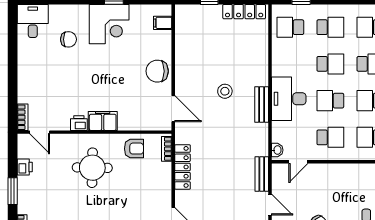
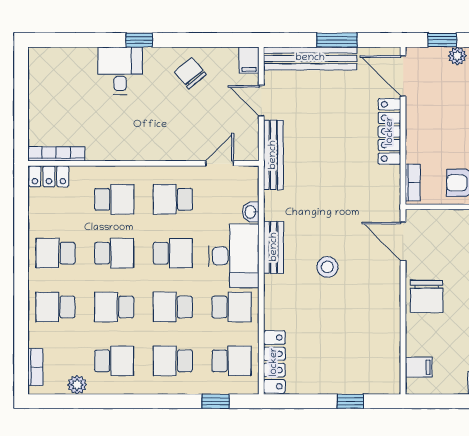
locker: (244, 12) -> (274, 362), moved, turned 90
school desk: (290, 64) -> (231, 307), added
chair: (157, 71) -> (427, 296), turned 90
washbasin: (277, 150) -> (251, 212), moved
locker: (183, 167) -> (390, 131), moved
bench: (262, 174) -> (273, 155), width x1.36

